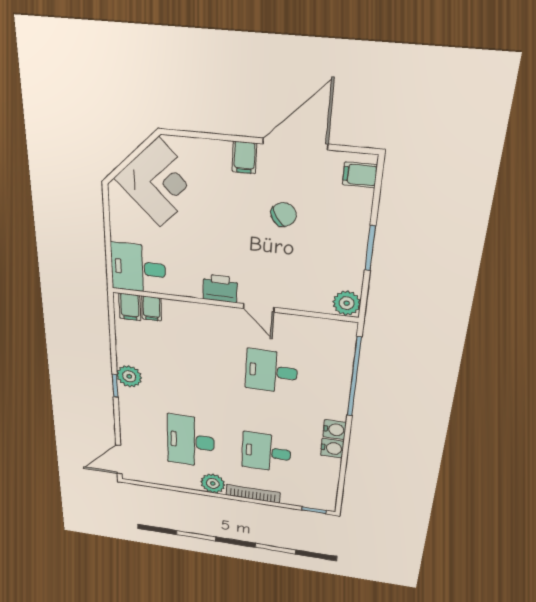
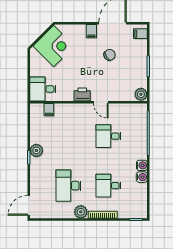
filing cabinet: (130, 307) -> (38, 110), removed

